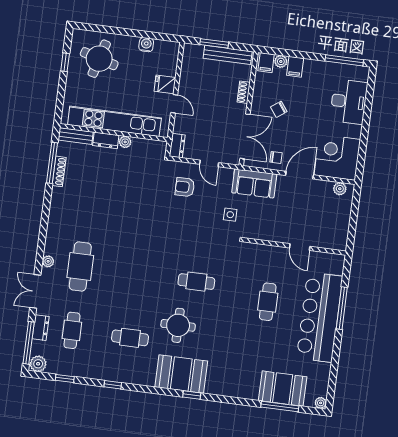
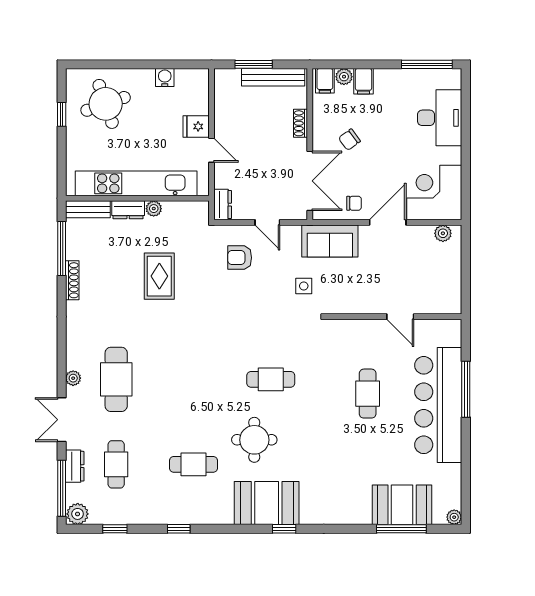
round table: (99, 59) -> (106, 104), turned -35
shoe rack: (59, 171) -> (72, 280), moved
rug: (123, 193) -> (159, 276), added

